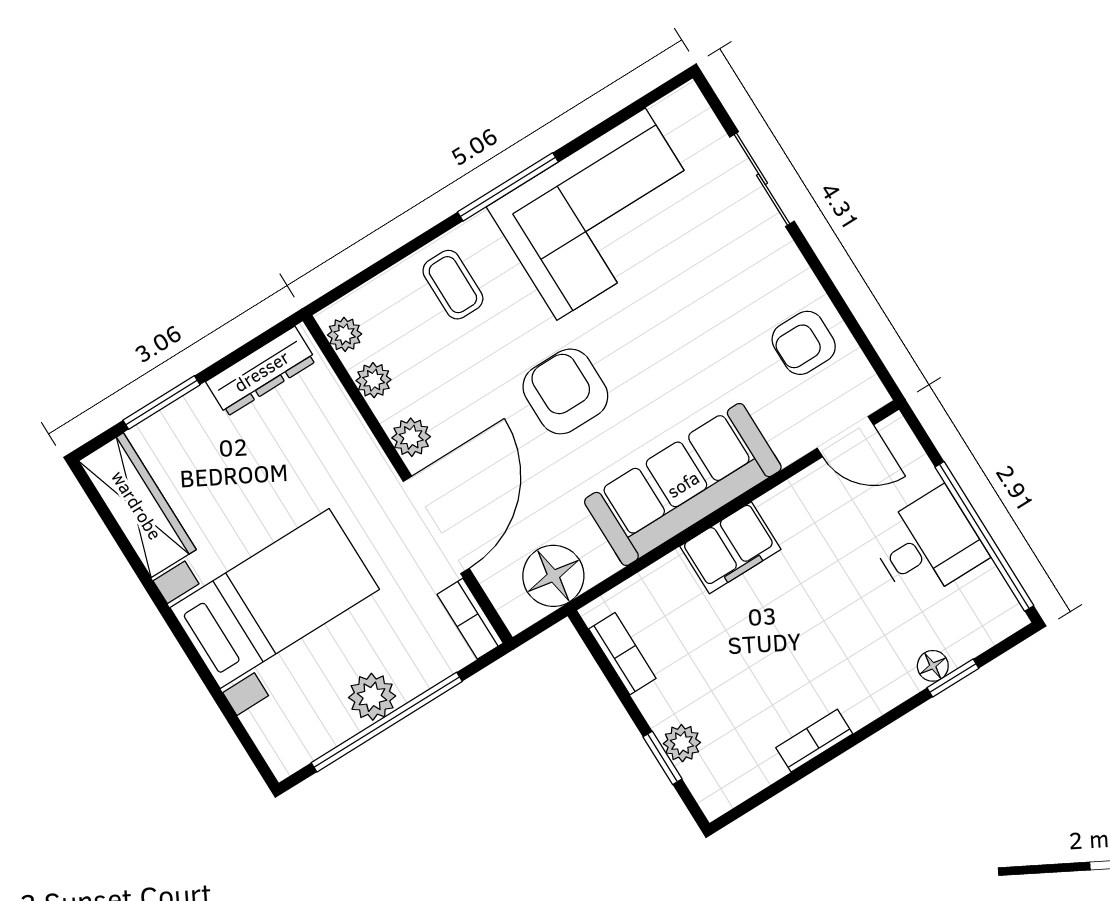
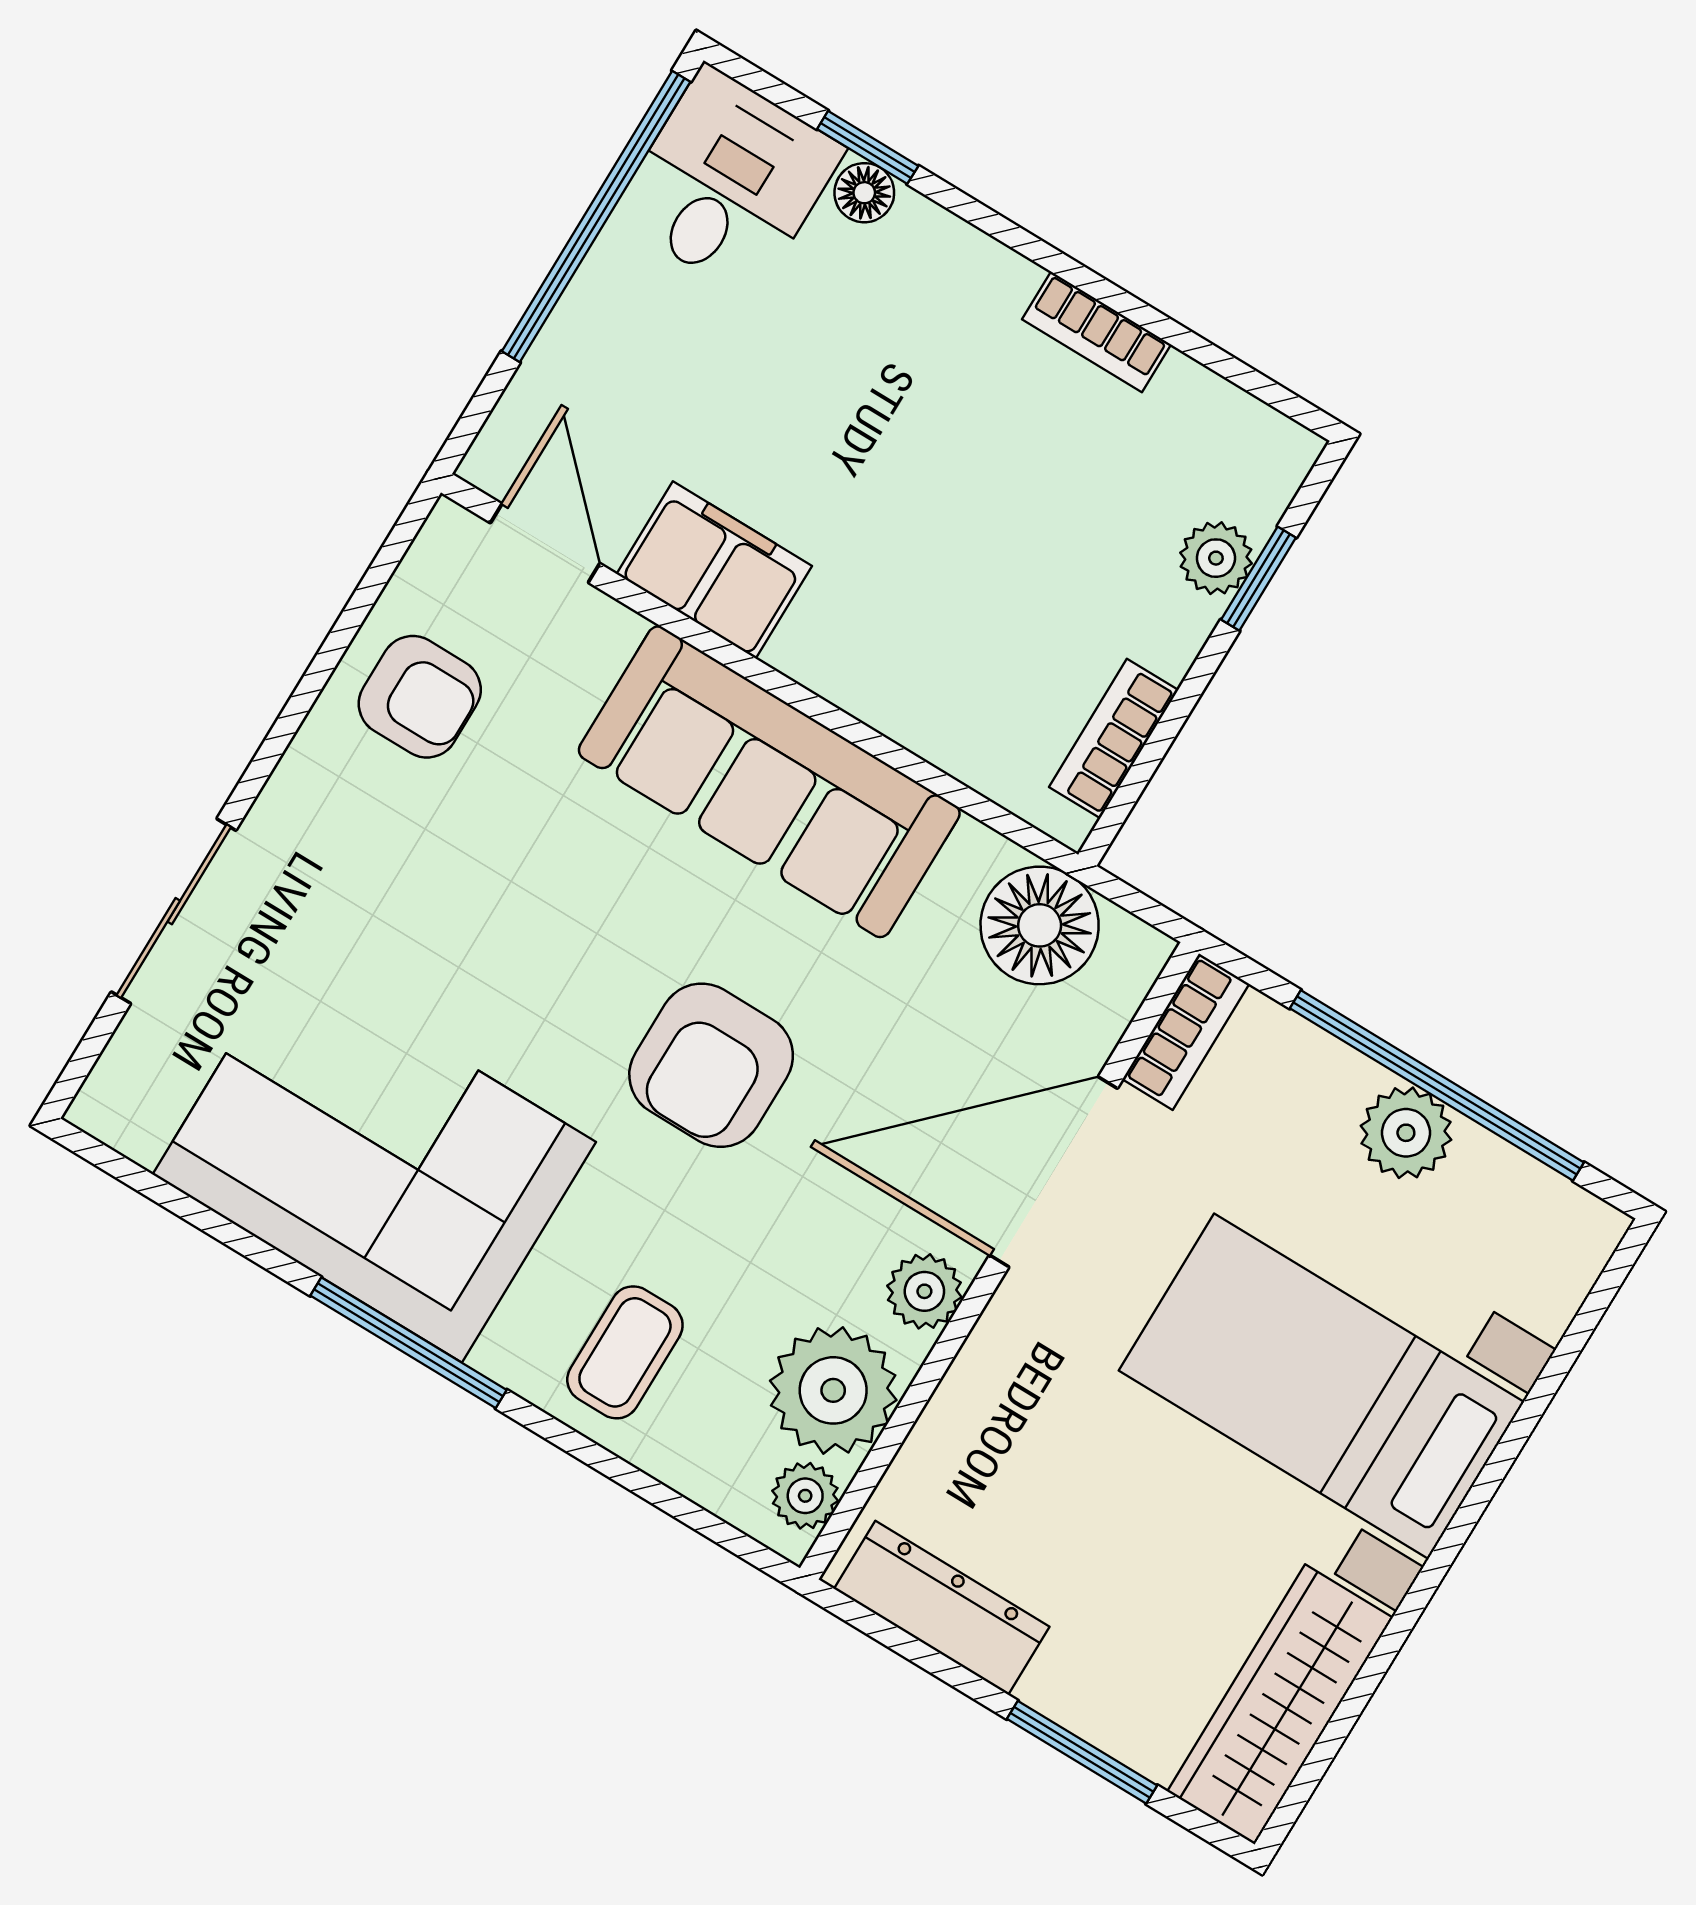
plant: (374, 380) -> (833, 1390), width x1.88, depth x1.88
desk: (928, 545) -> (729, 182), moved, turned 90
filing cabinet: (730, 548) -> (714, 570), moved

